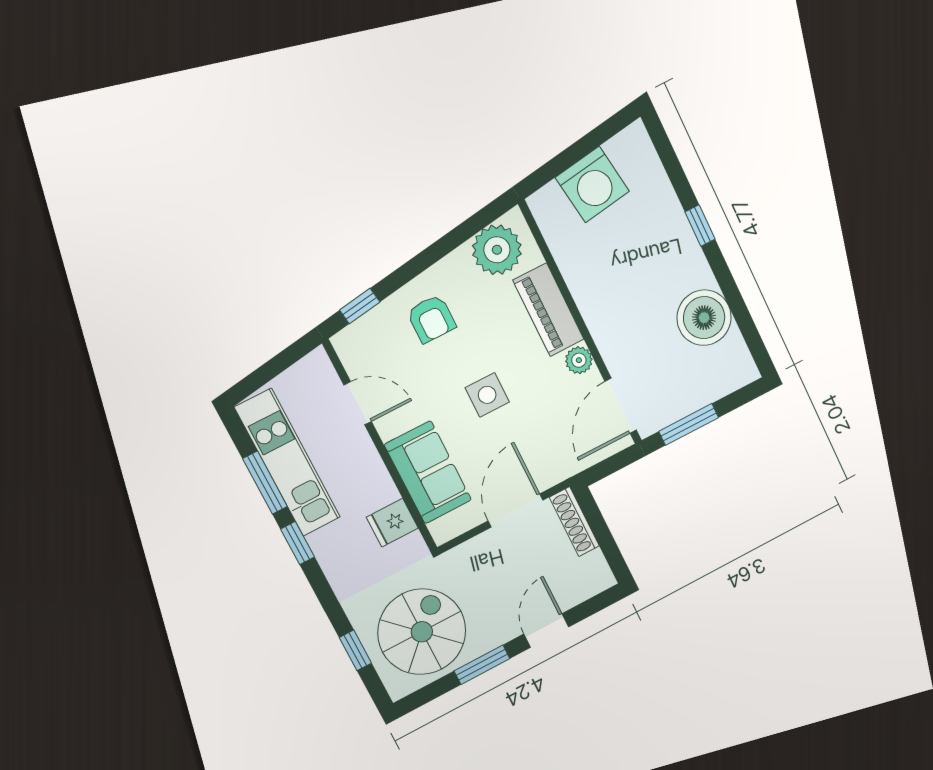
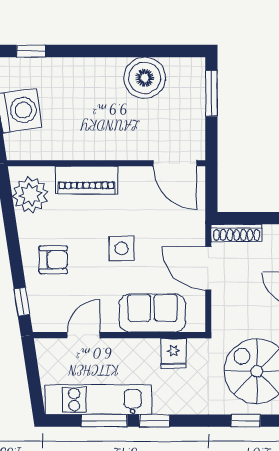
window: (700, 225) -> (31, 51), moved
plant: (579, 360) -> (130, 176), removed
window: (689, 424) -> (211, 93), moved

